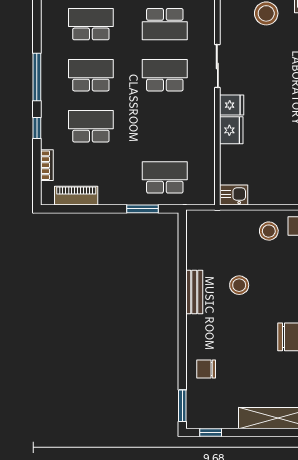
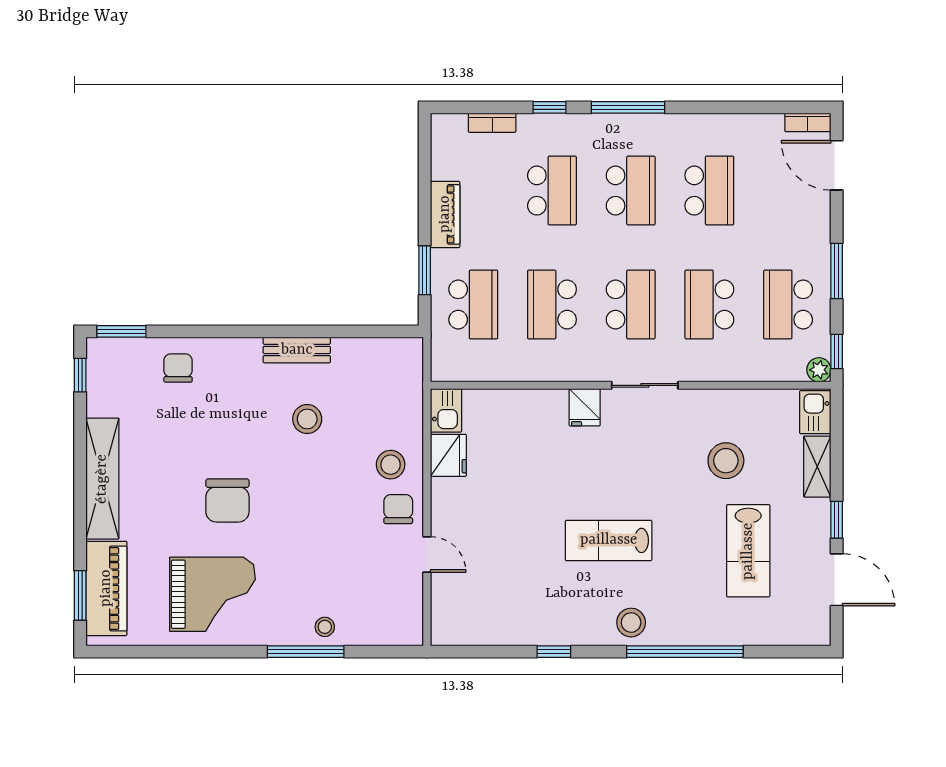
school desk: (165, 126) -> (552, 304), added
fridge: (231, 130) -> (448, 455), moved, turned -90
piano: (76, 196) -> (445, 214), moved

